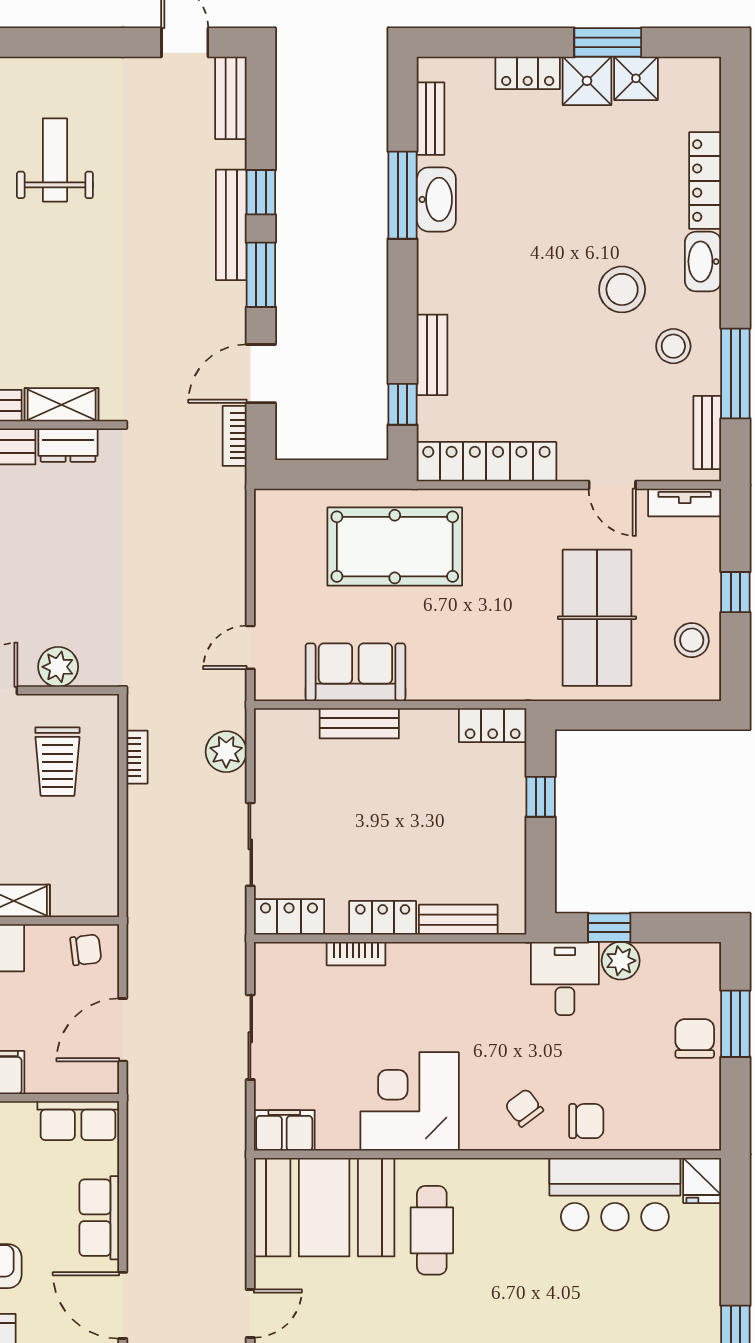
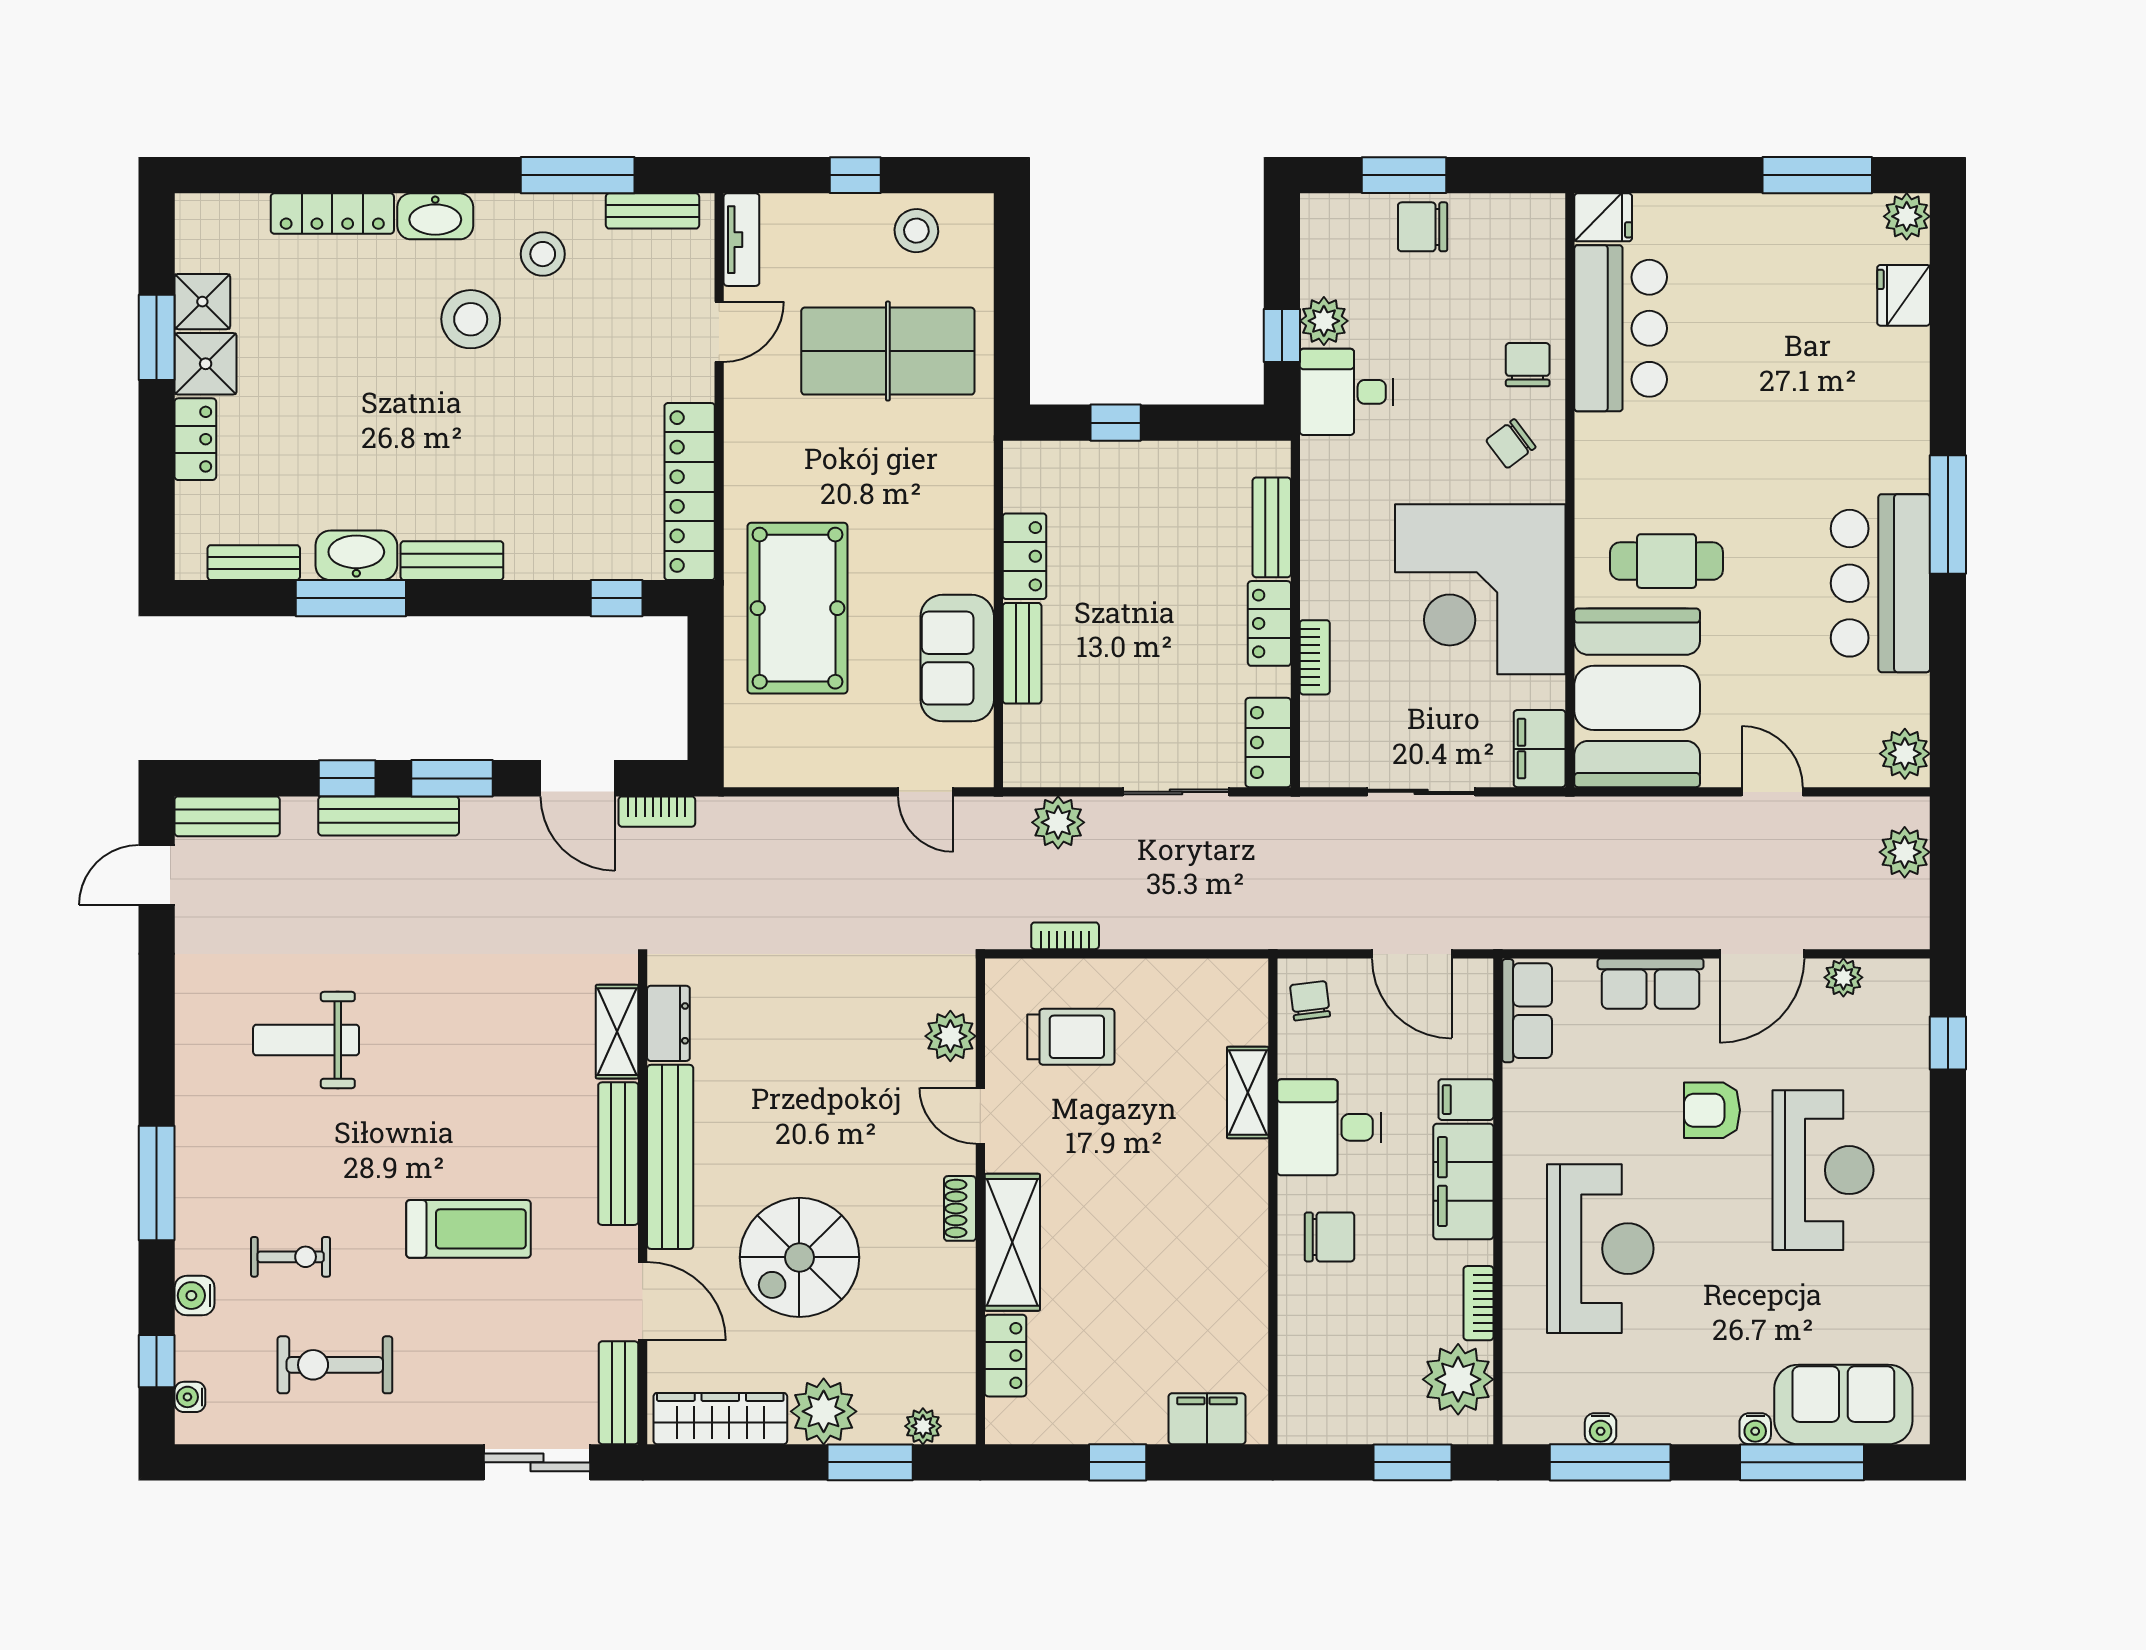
bench: (432, 355) -> (452, 561), moved
locker: (493, 725) -> (1024, 556), moved
corner desk: (410, 1101) -> (1480, 589), width x1.36, depth x1.36

